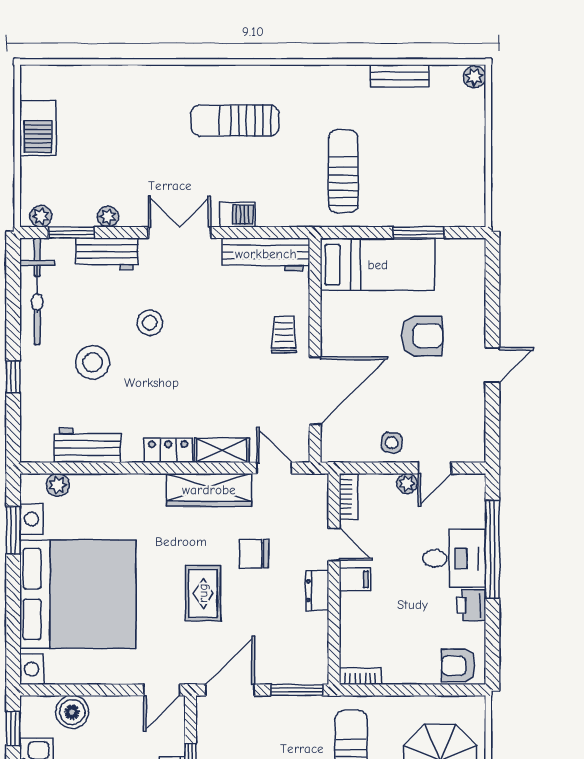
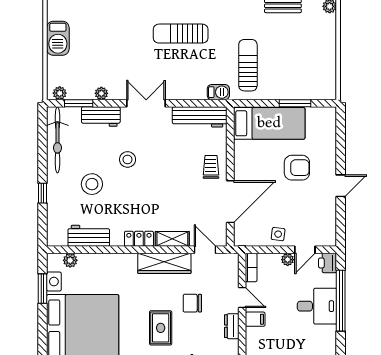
barbecue: (237, 215) -> (218, 92), moved
printer: (471, 605) -> (328, 263), moved

